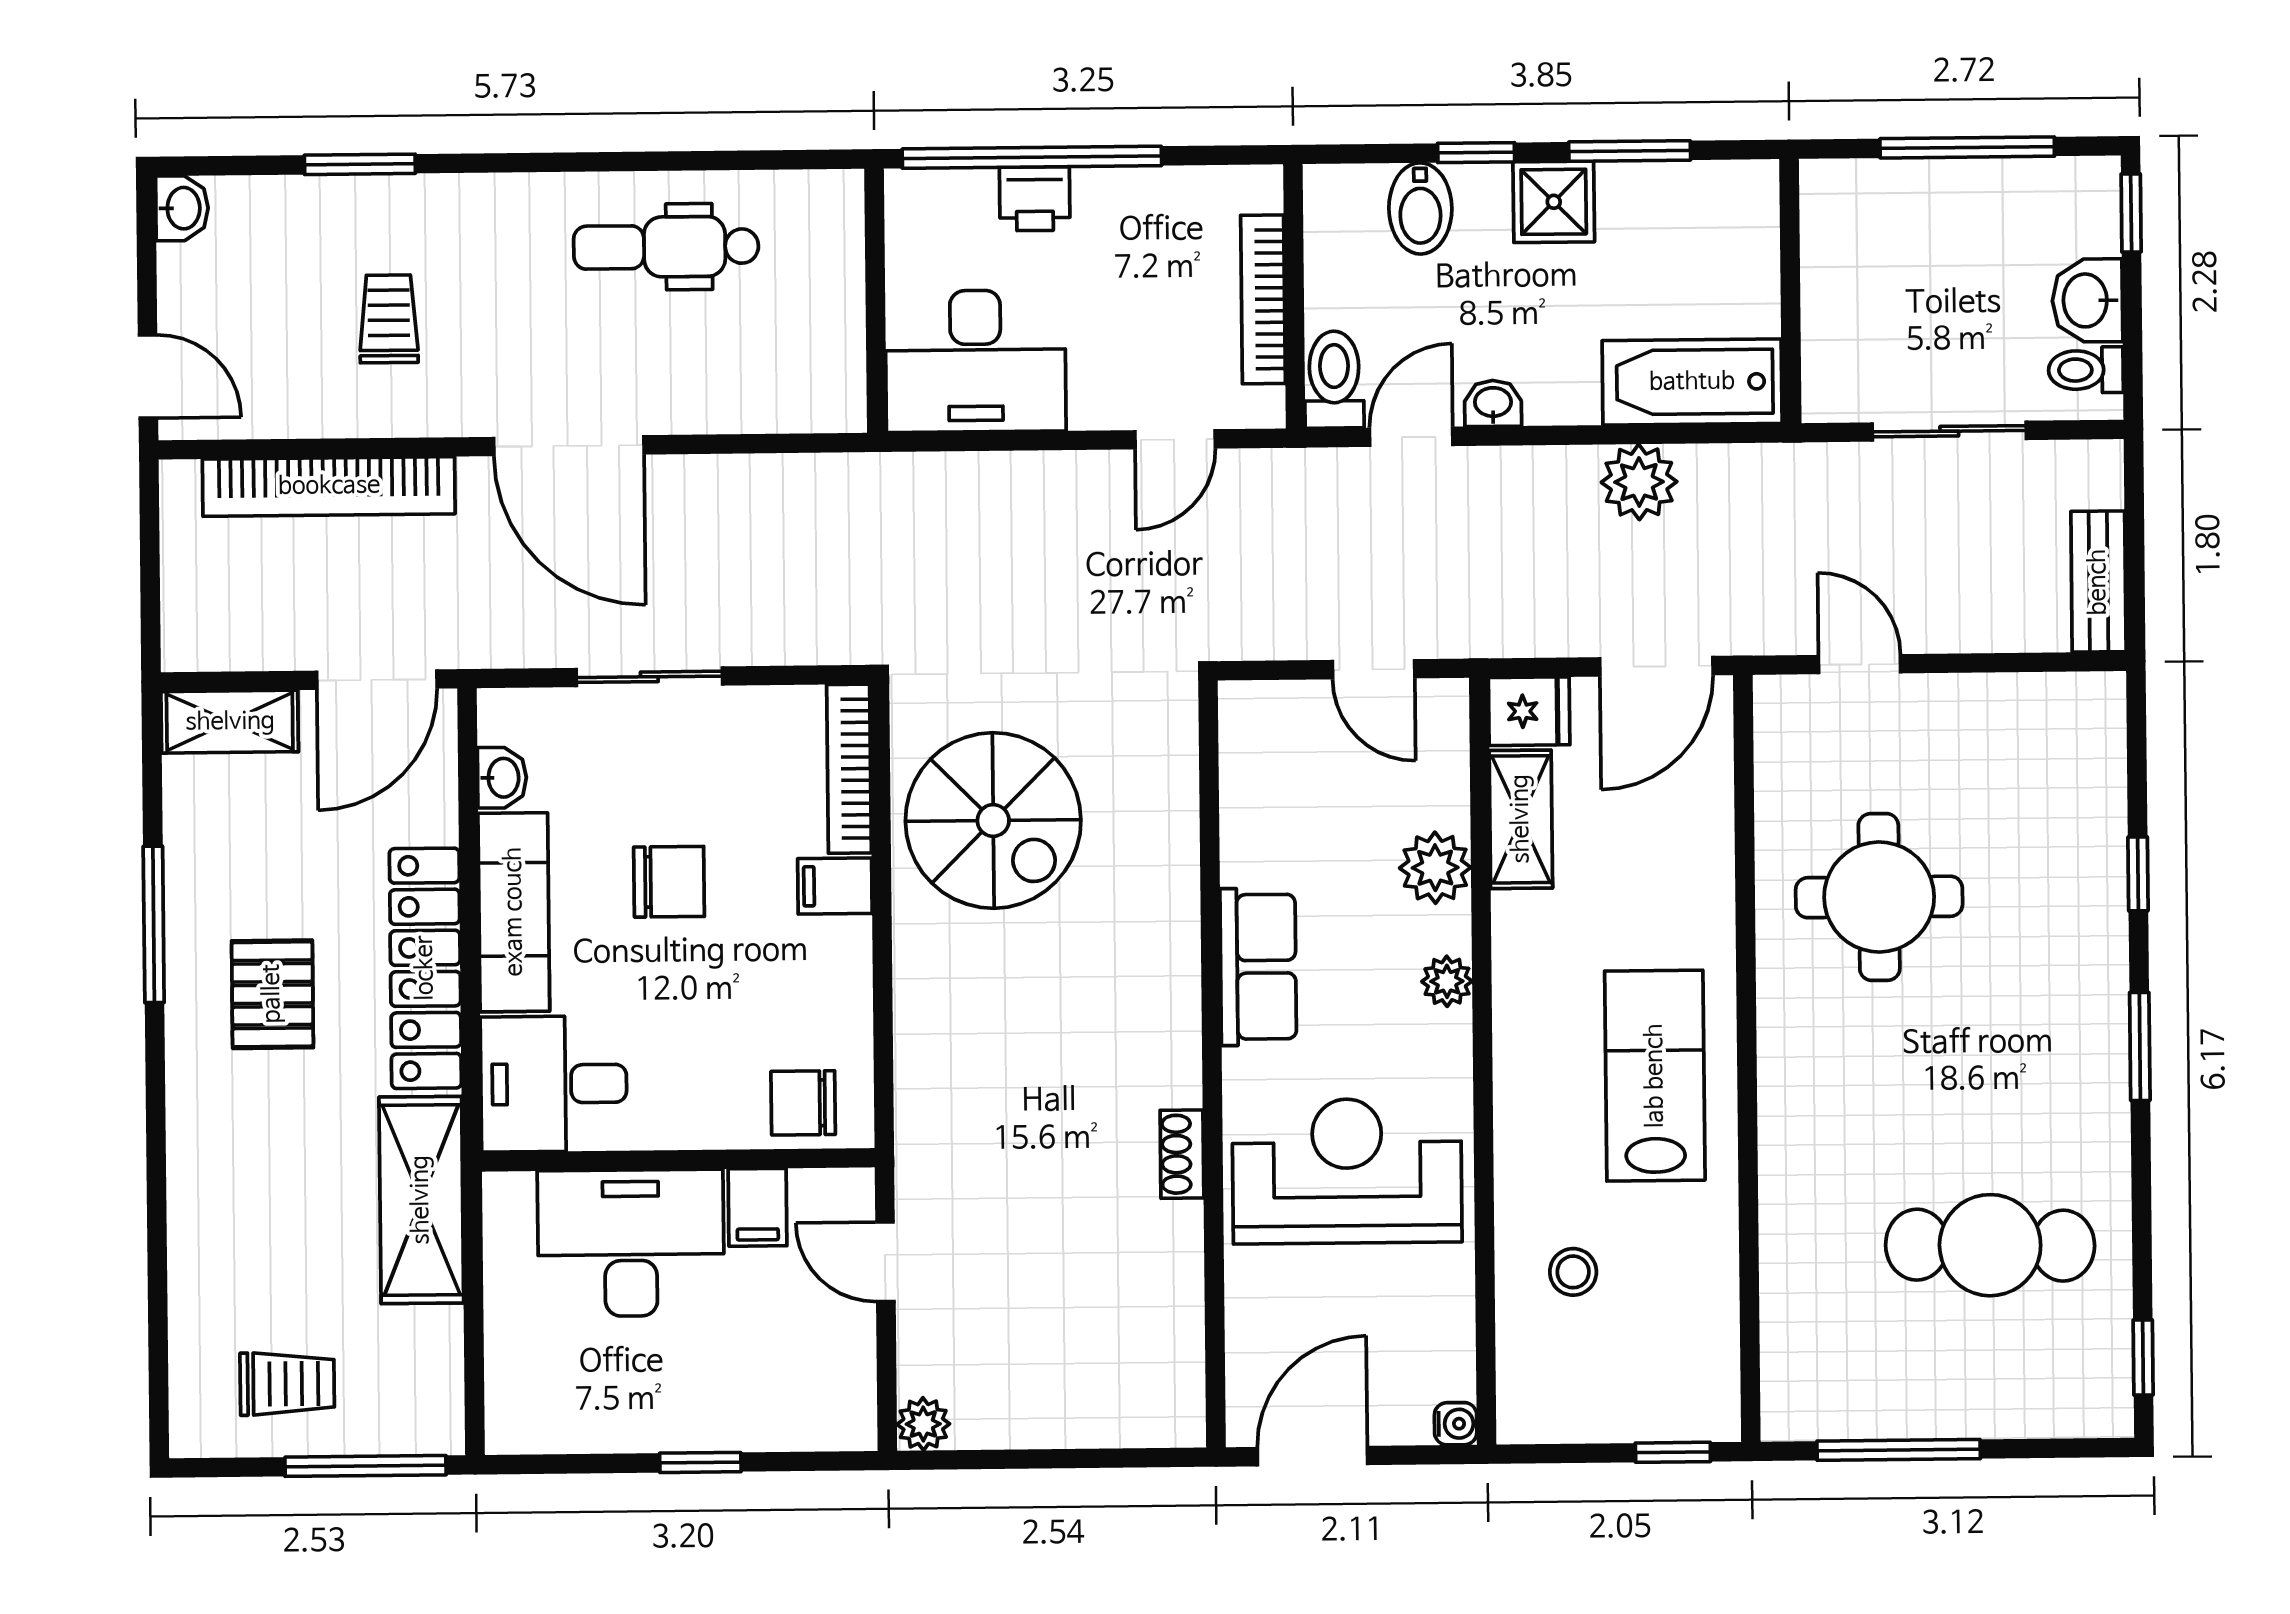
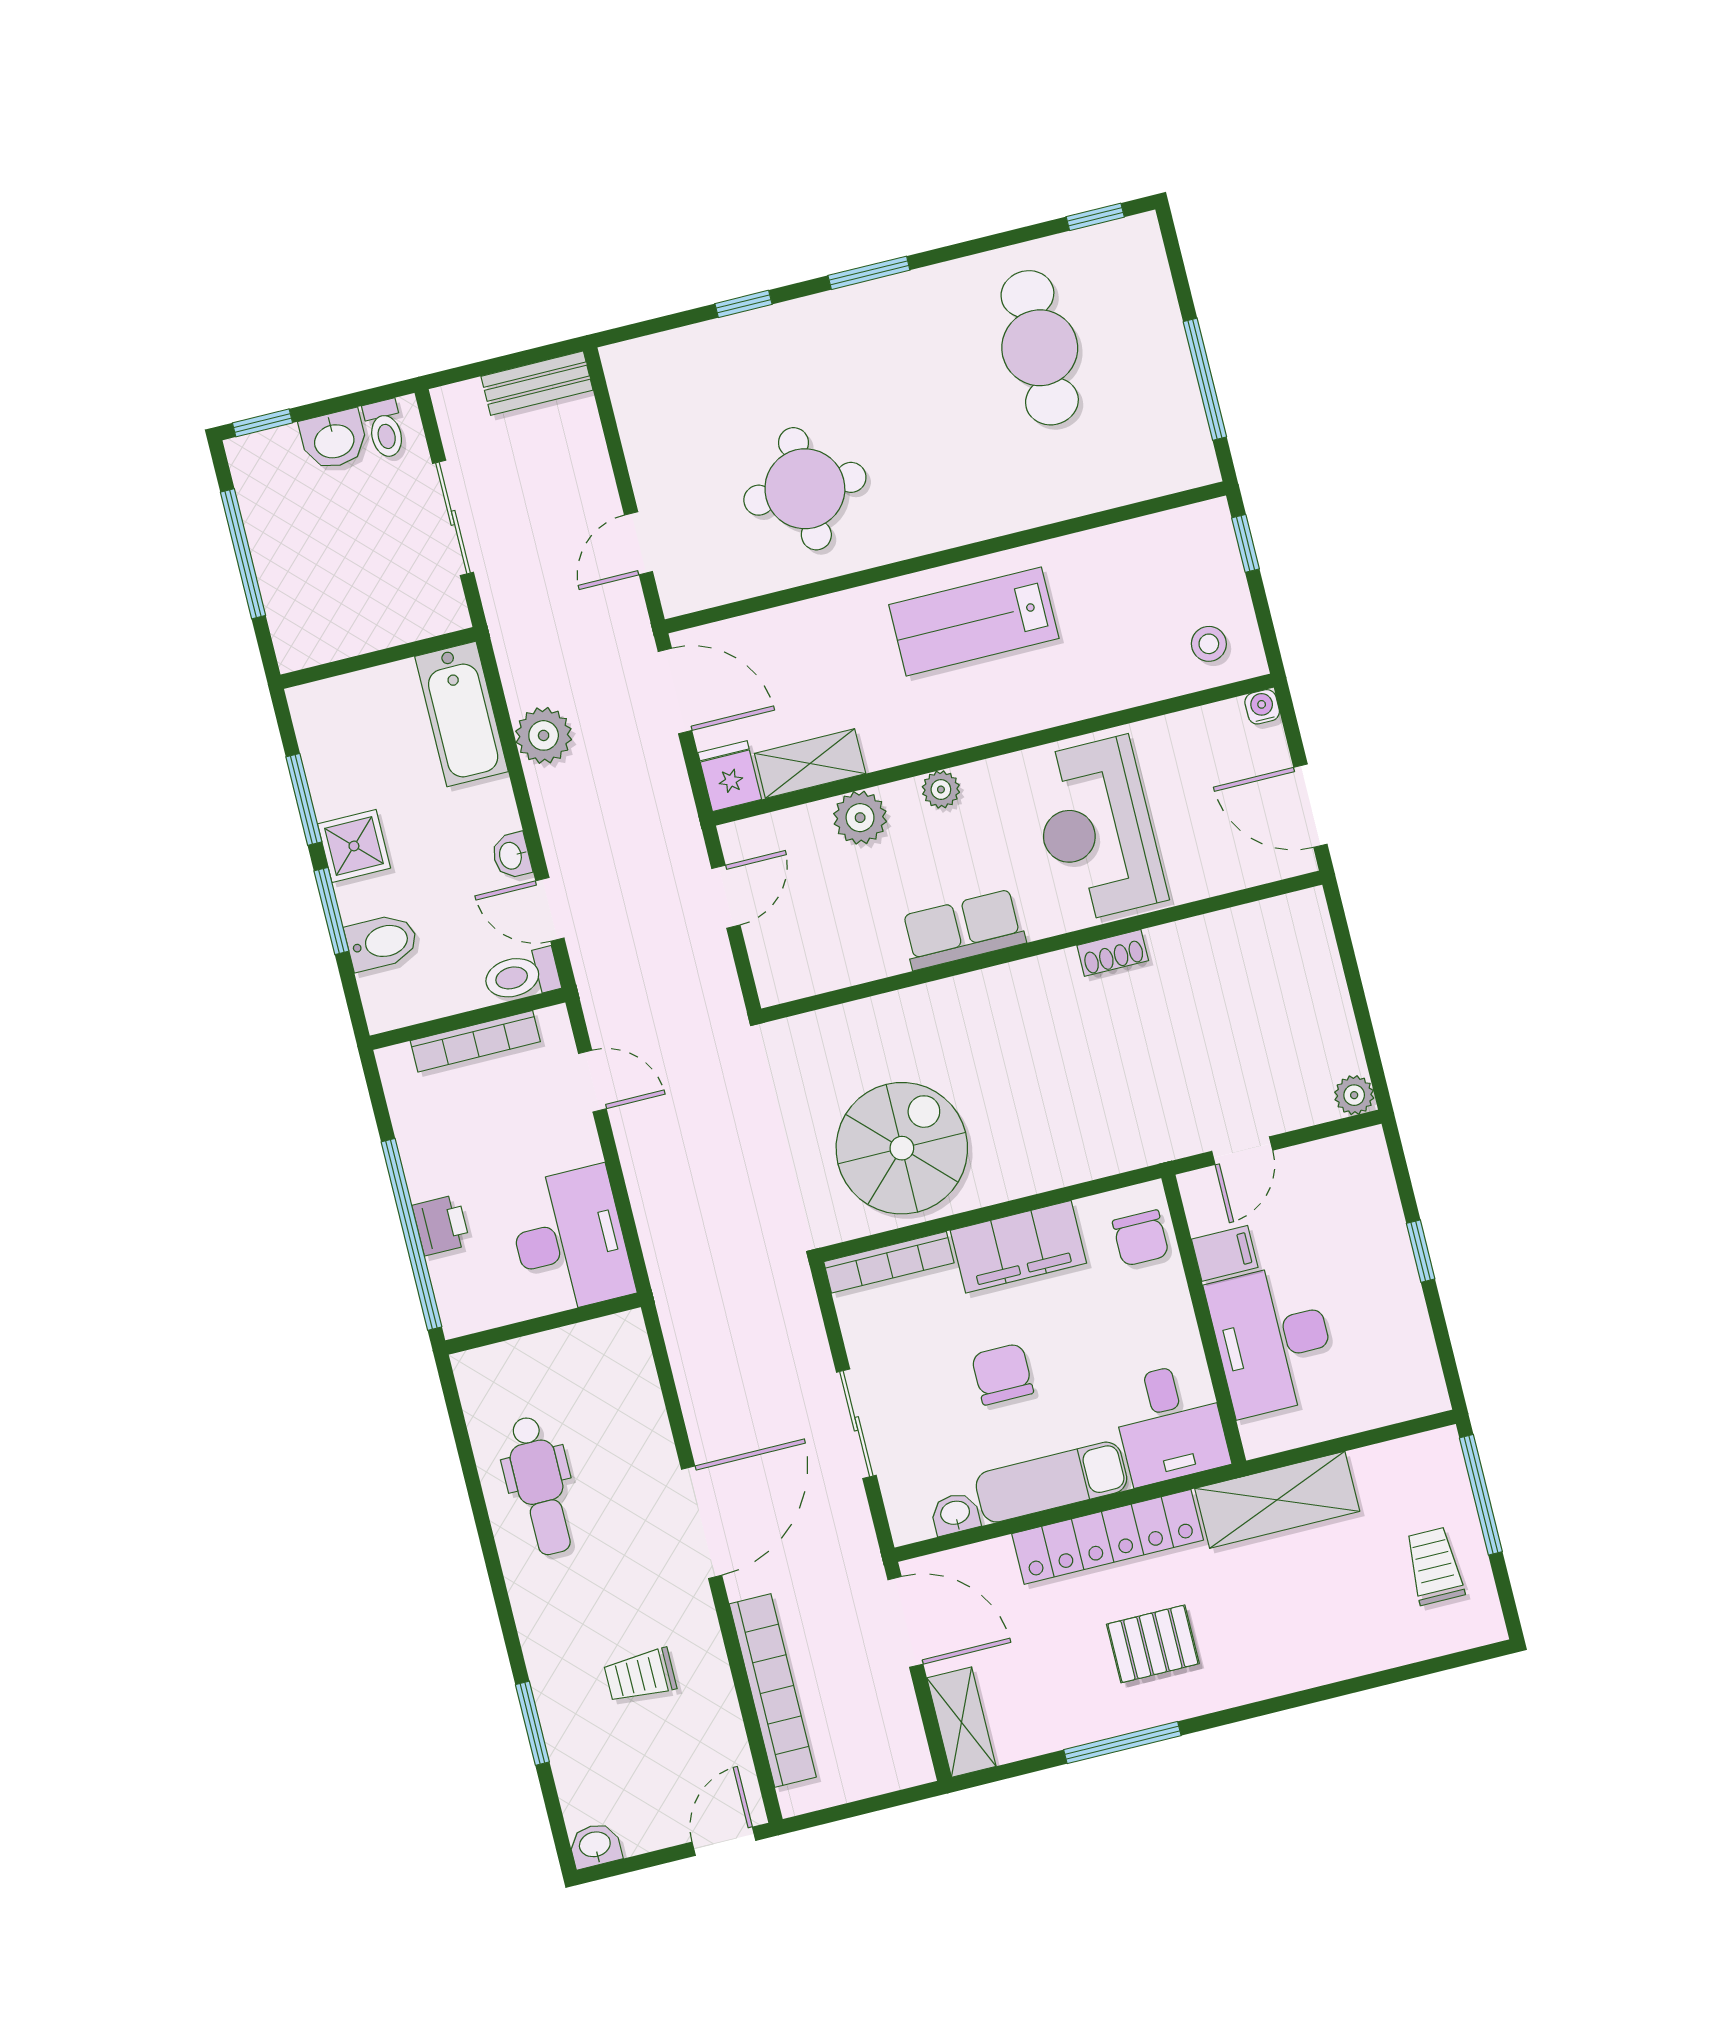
window: (1476, 153) -> (331, 911), width x1.50
filing cabinet: (835, 886) -> (1018, 1247), width x3.00, depth x1.17
stool: (1573, 1272) -> (1209, 644), moved

